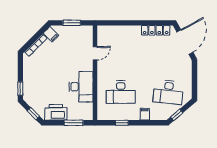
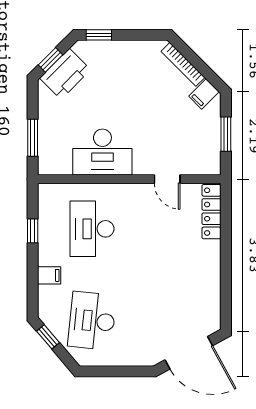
locker: (156, 30) -> (211, 212), moved
printer: (56, 112) -> (65, 74), moved, turned 45

